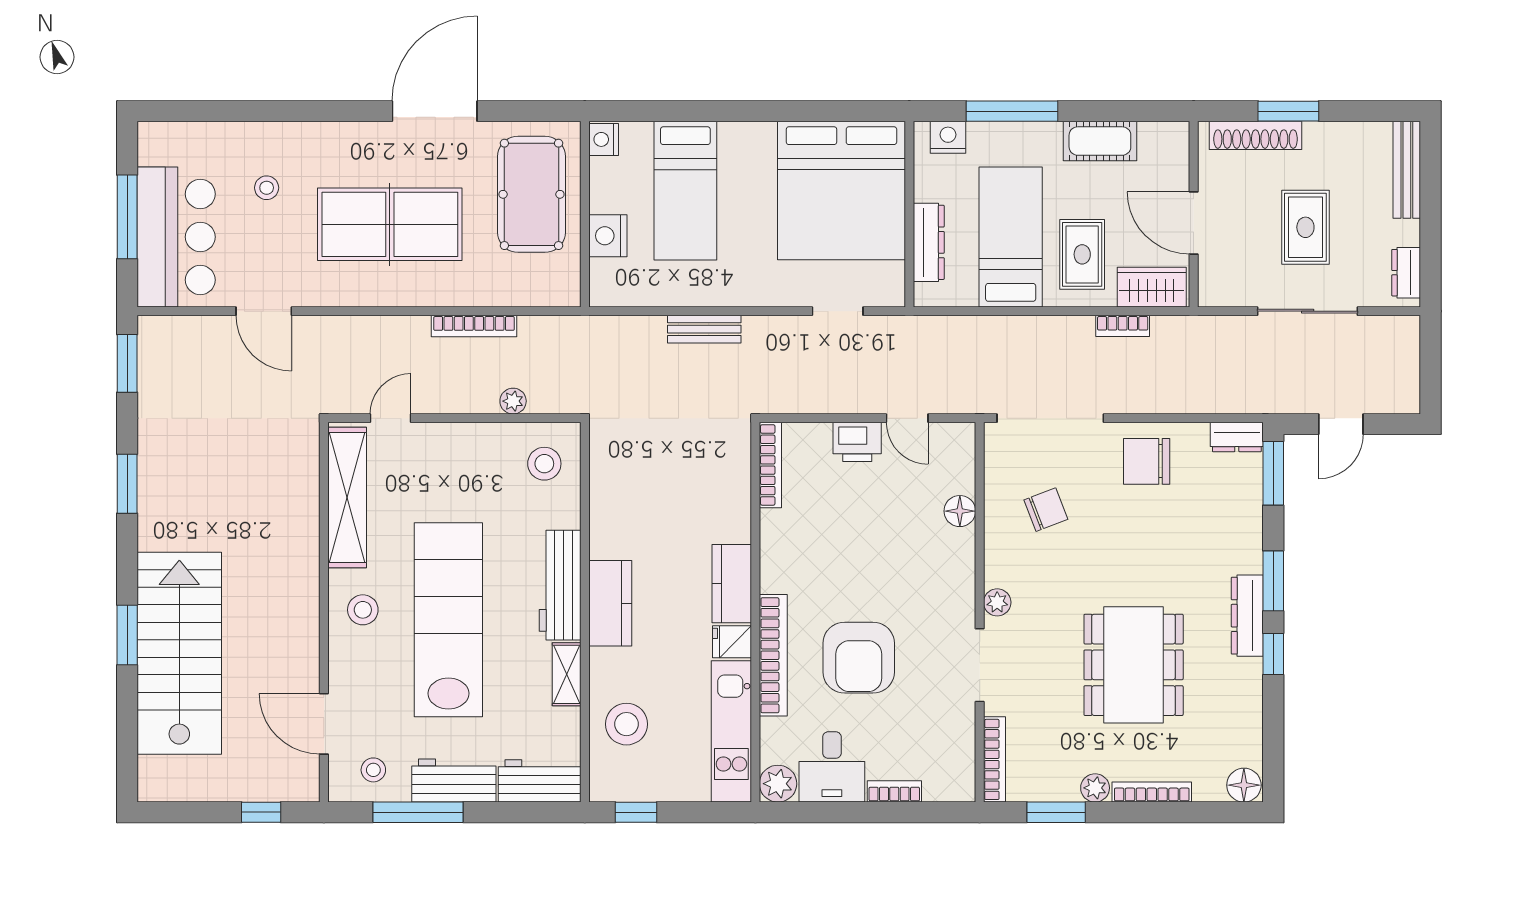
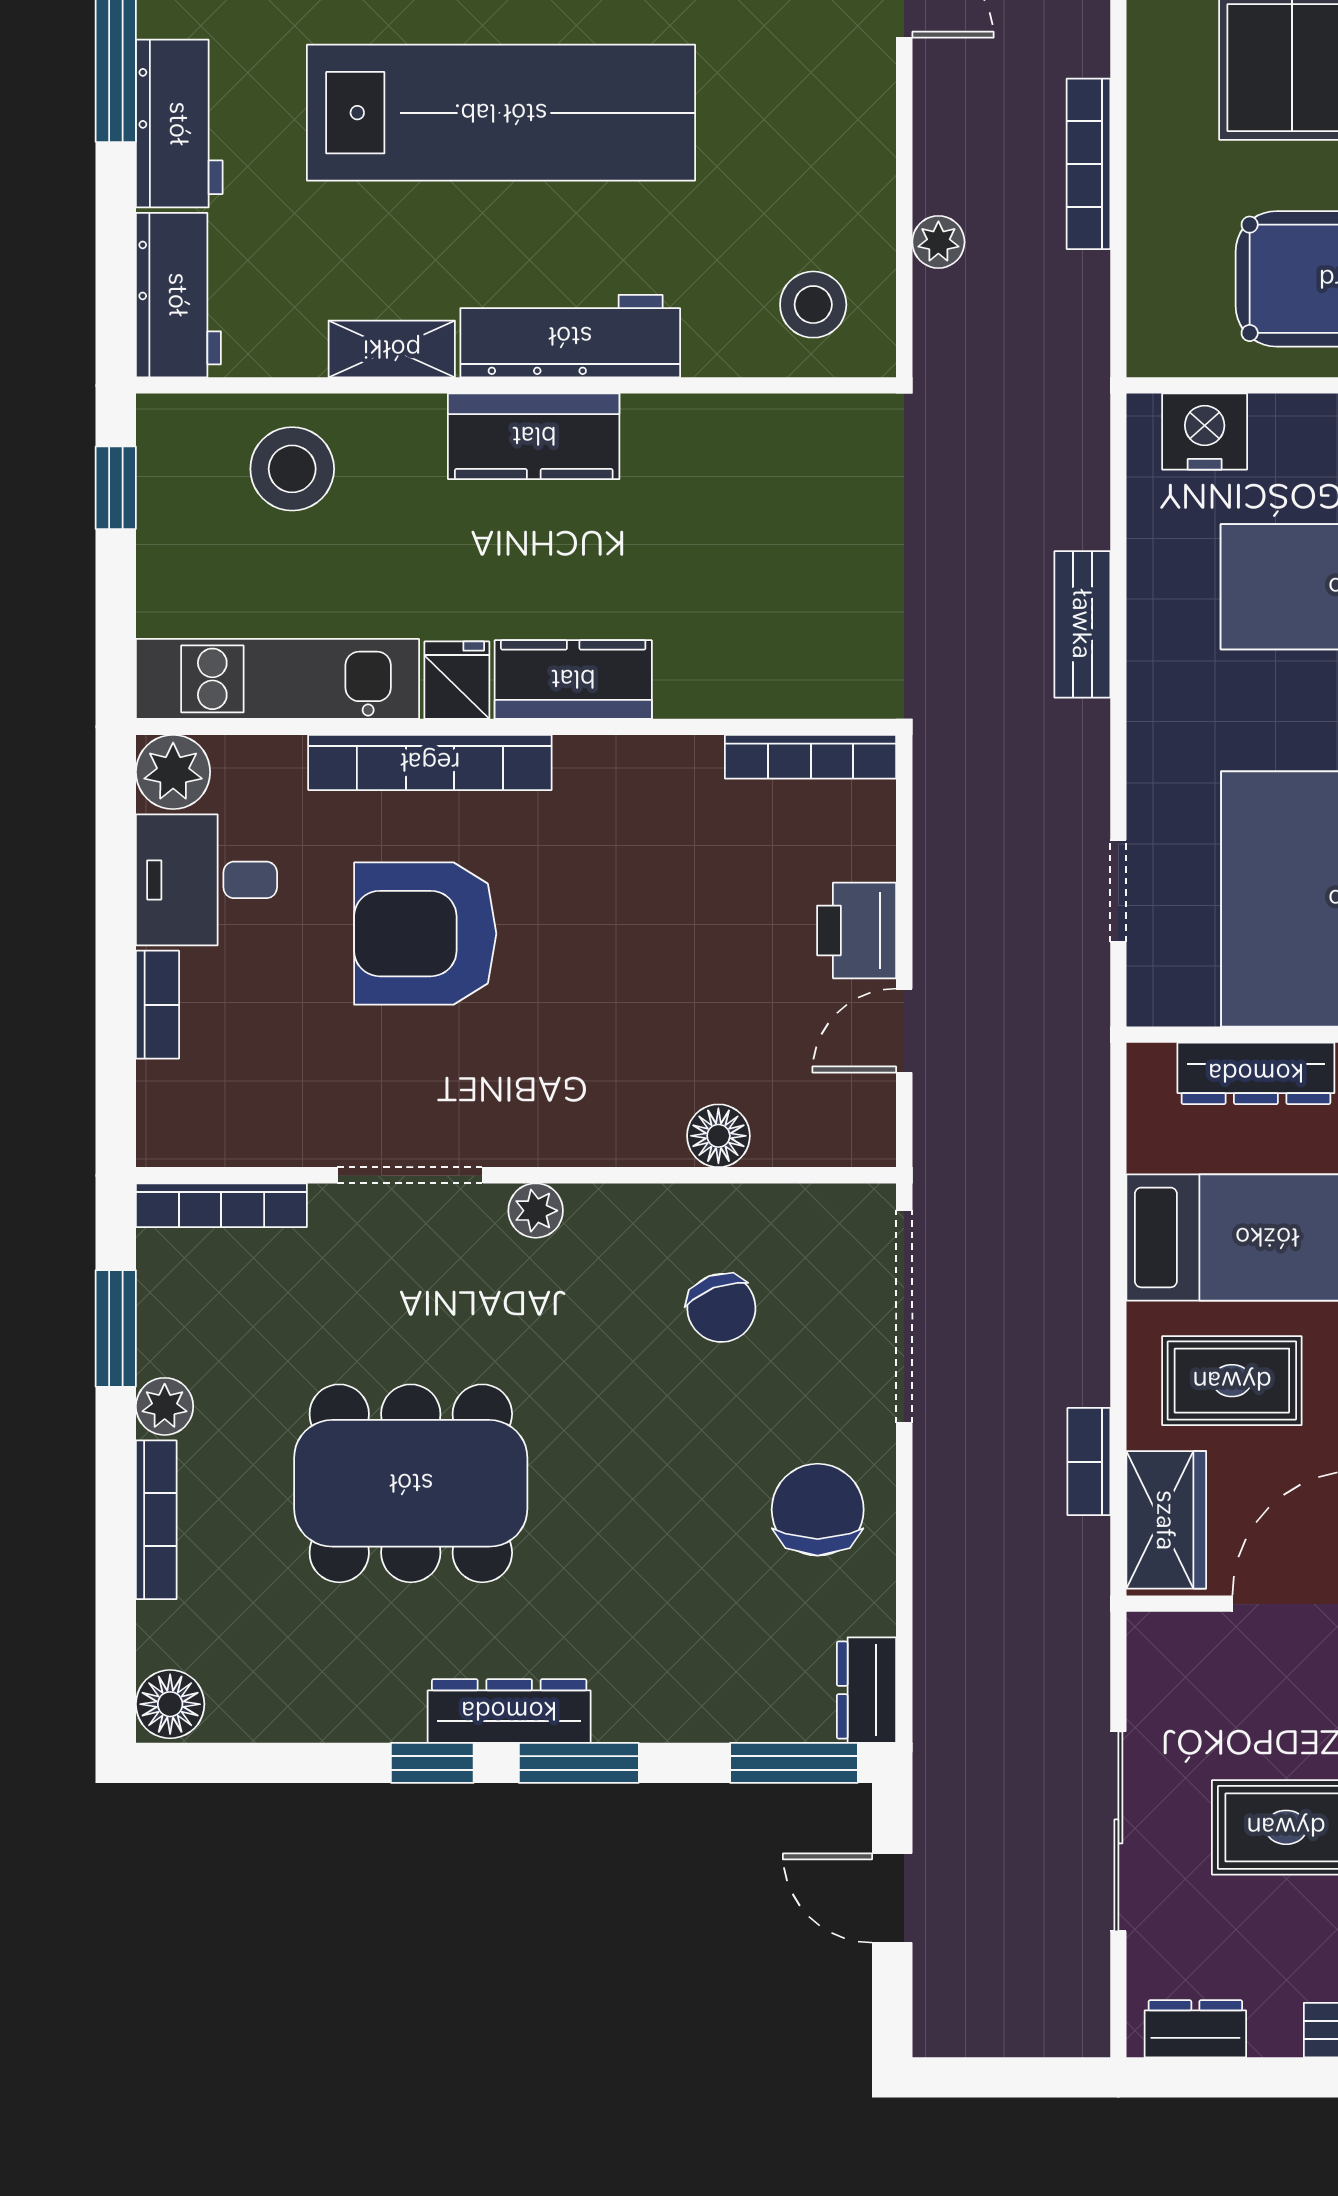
nightstand: (608, 236) -> (1205, 432), moved

